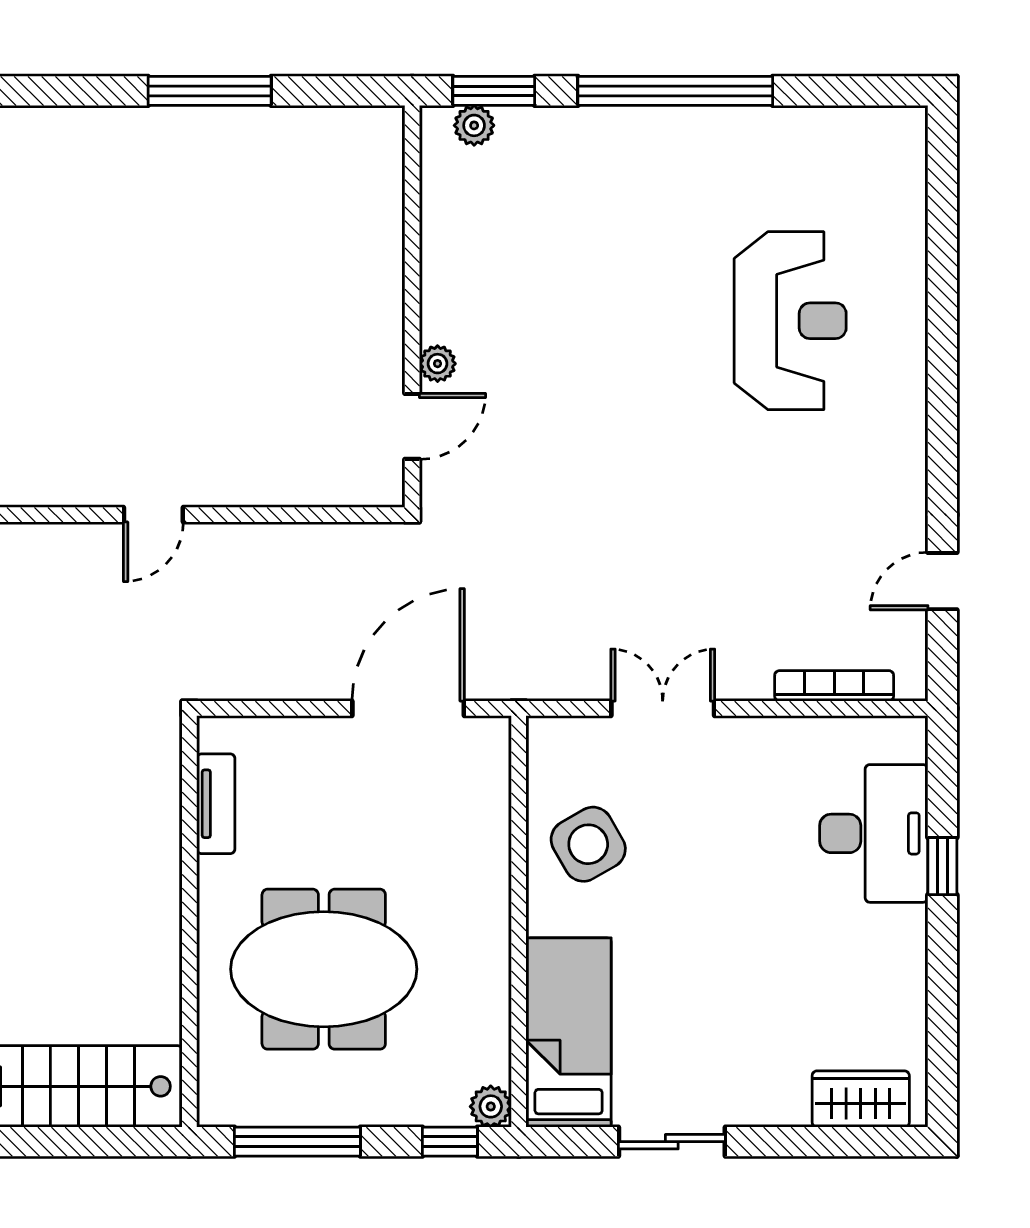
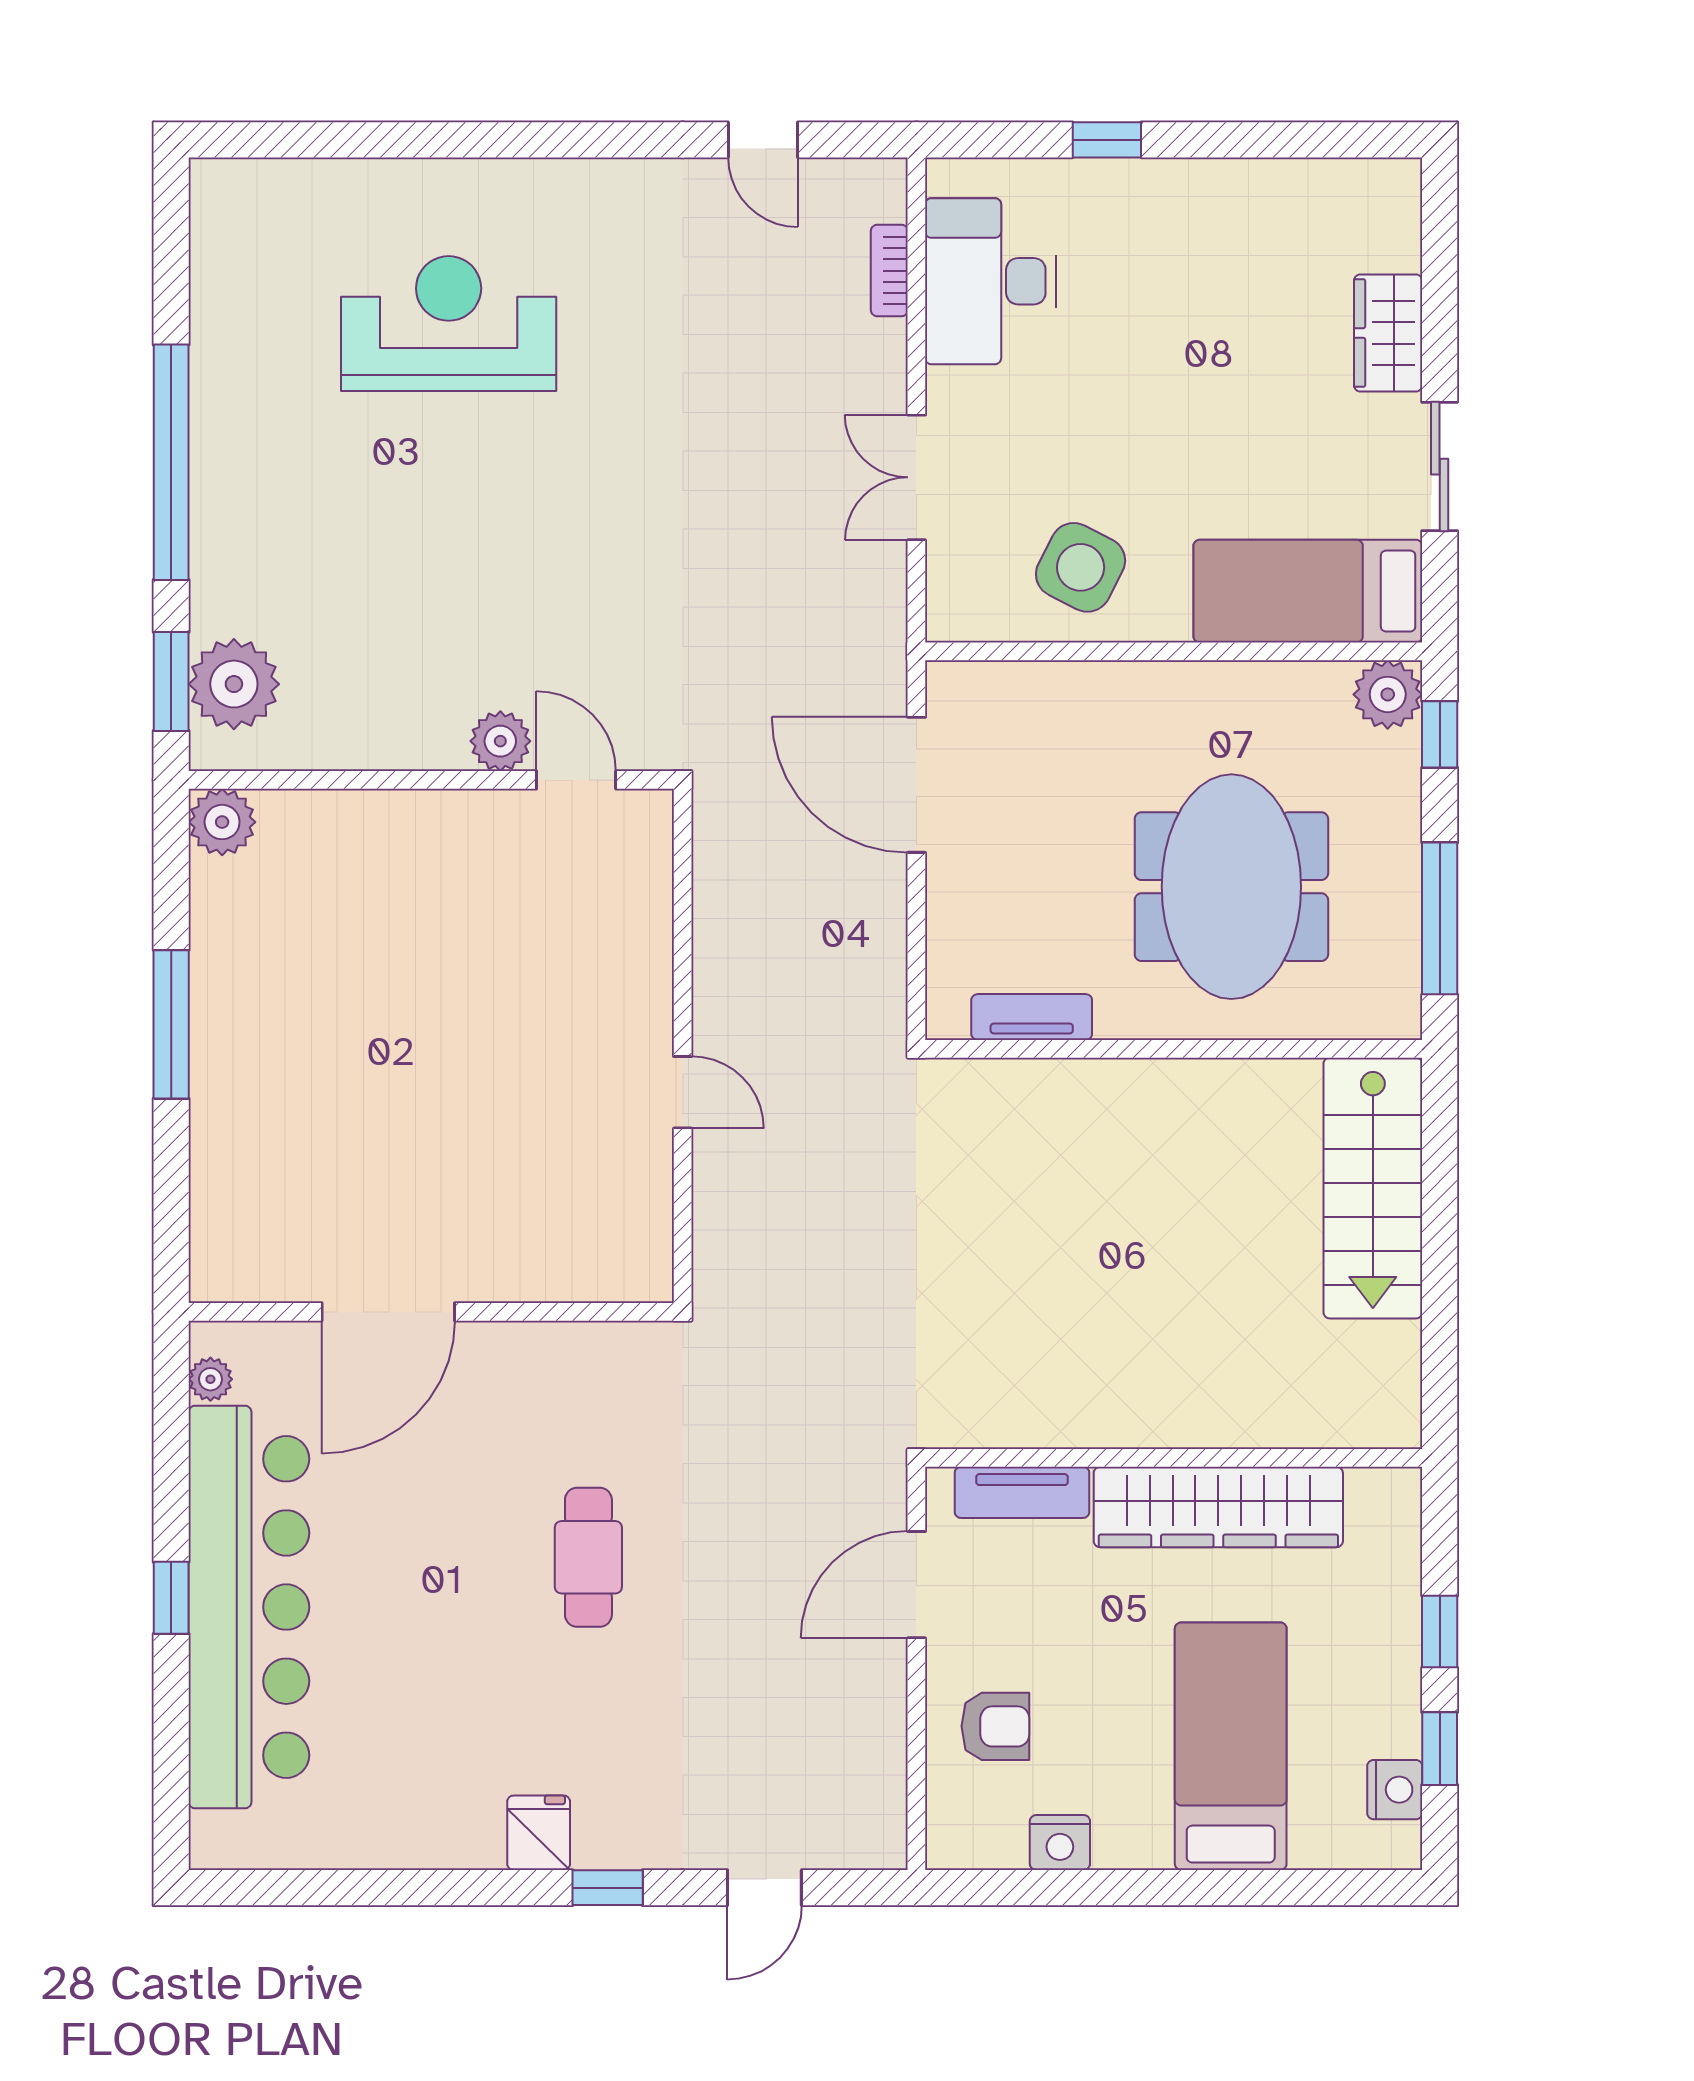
plant: (474, 125) -> (234, 684), width x1.88, depth x1.88
plant: (377, 133) -> (222, 822), added
plant: (438, 364) -> (500, 741), width x1.38, depth x1.38
bookcase: (834, 686) -> (889, 271), width x0.64
desk: (874, 833) -> (991, 281), moved, turned -90
side table: (588, 844) -> (1081, 567), turned -33
wardrobe: (861, 1099) -> (1388, 333), moved
plant: (491, 1106) -> (1388, 694), width x1.38, depth x1.38

